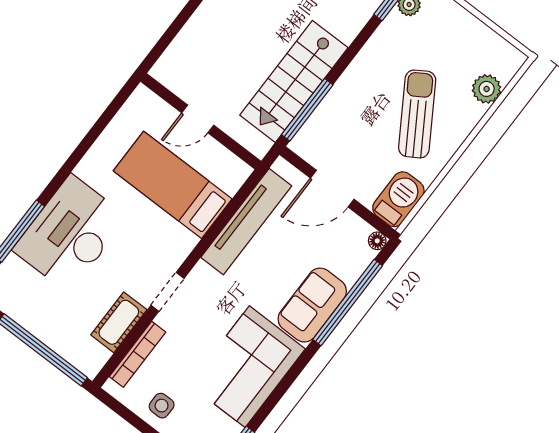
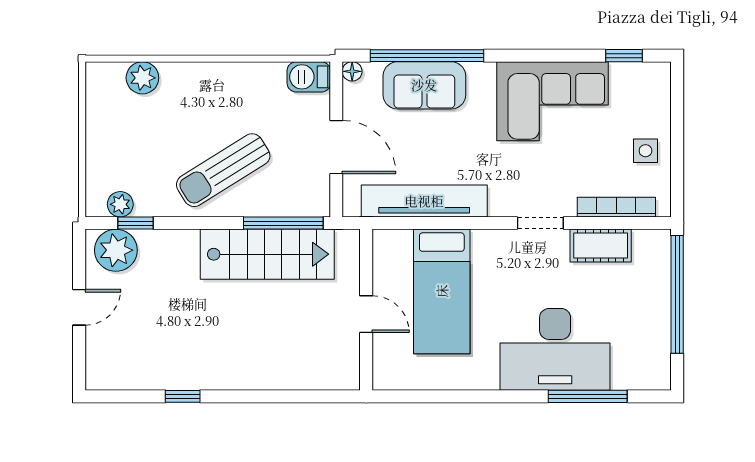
sun lounger: (417, 114) -> (223, 170), moved
barbecue: (398, 199) -> (309, 77), width x0.73, depth x0.79
sofa: (312, 305) -> (424, 85), moved

